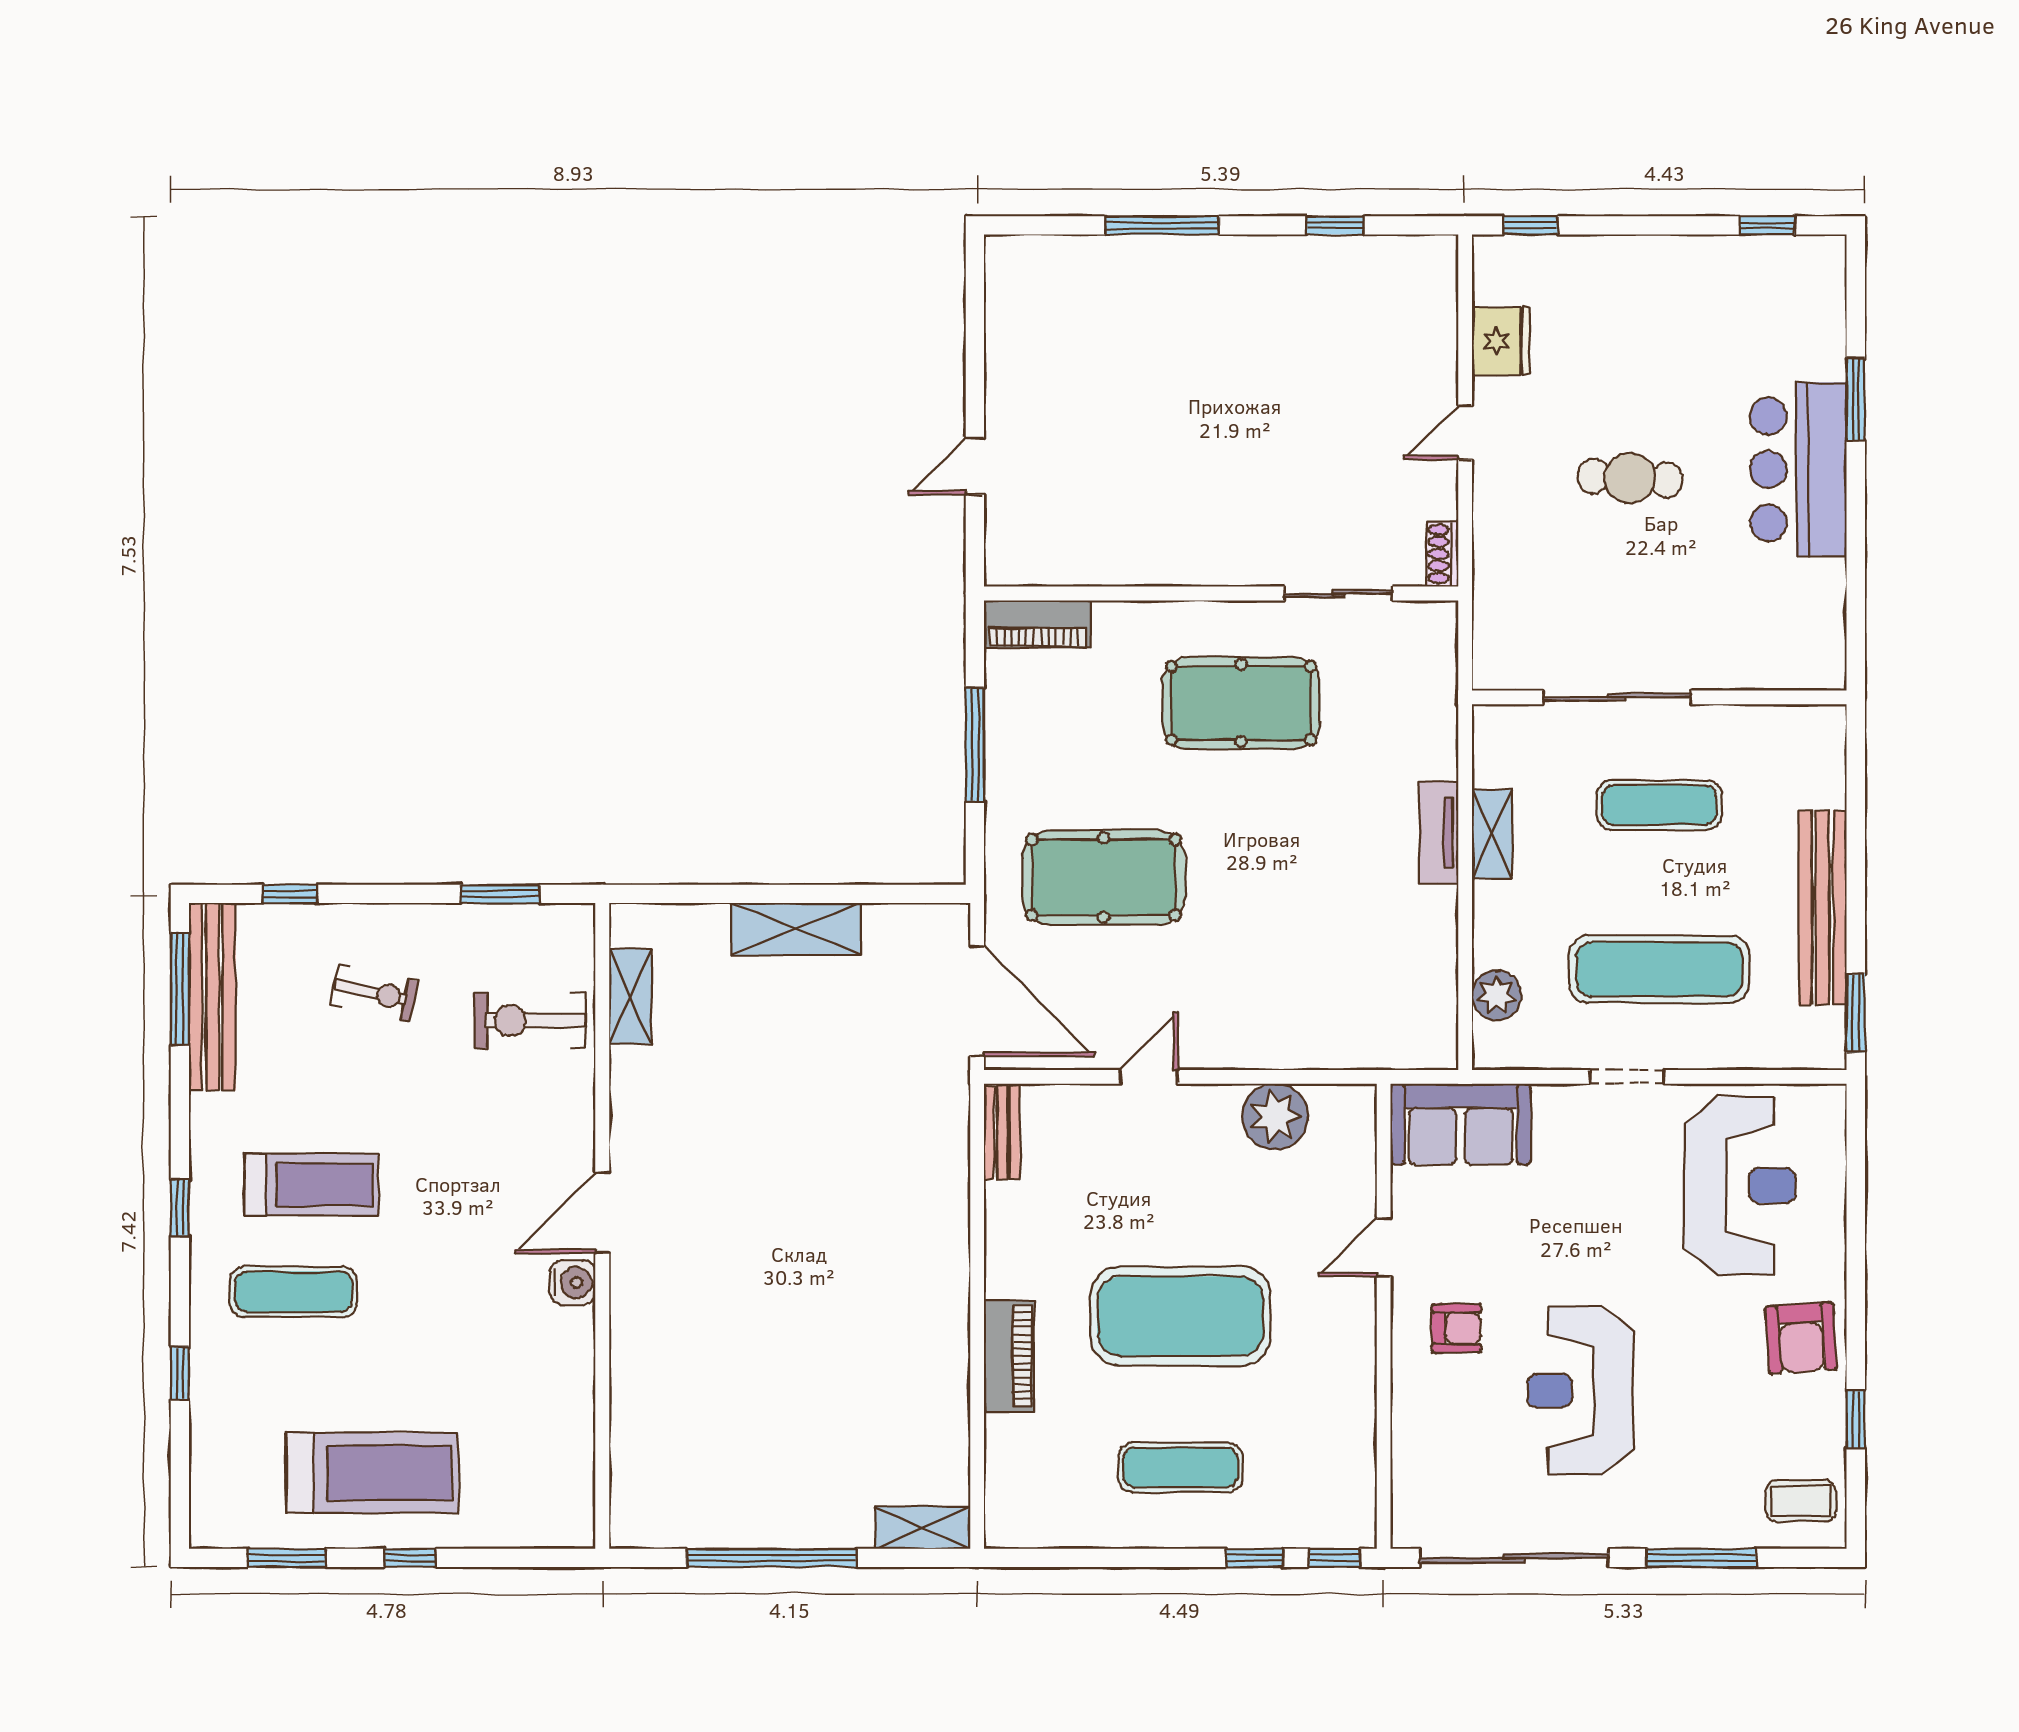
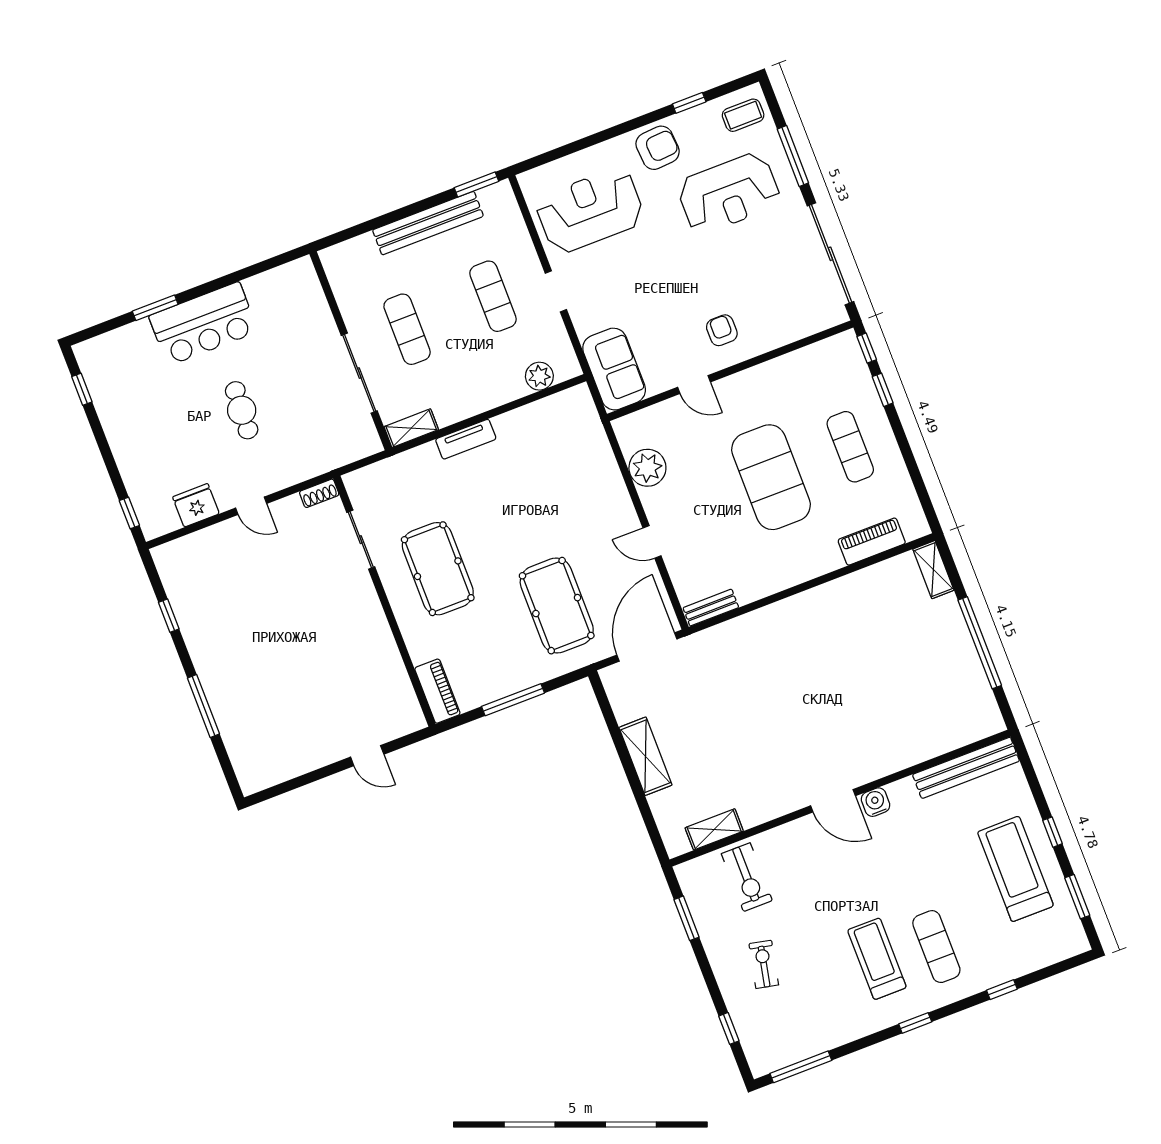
shelving: (1492, 834) -> (411, 428), moved
exercise mat: (1659, 969) -> (493, 296), width x0.73, depth x0.69
bench: (212, 997) -> (966, 768), moved
piano: (1009, 1356) -> (872, 542), moved
reception desk: (1580, 1391) -> (729, 193), moved
coffee table: (1801, 1501) -> (743, 115), turned 90

